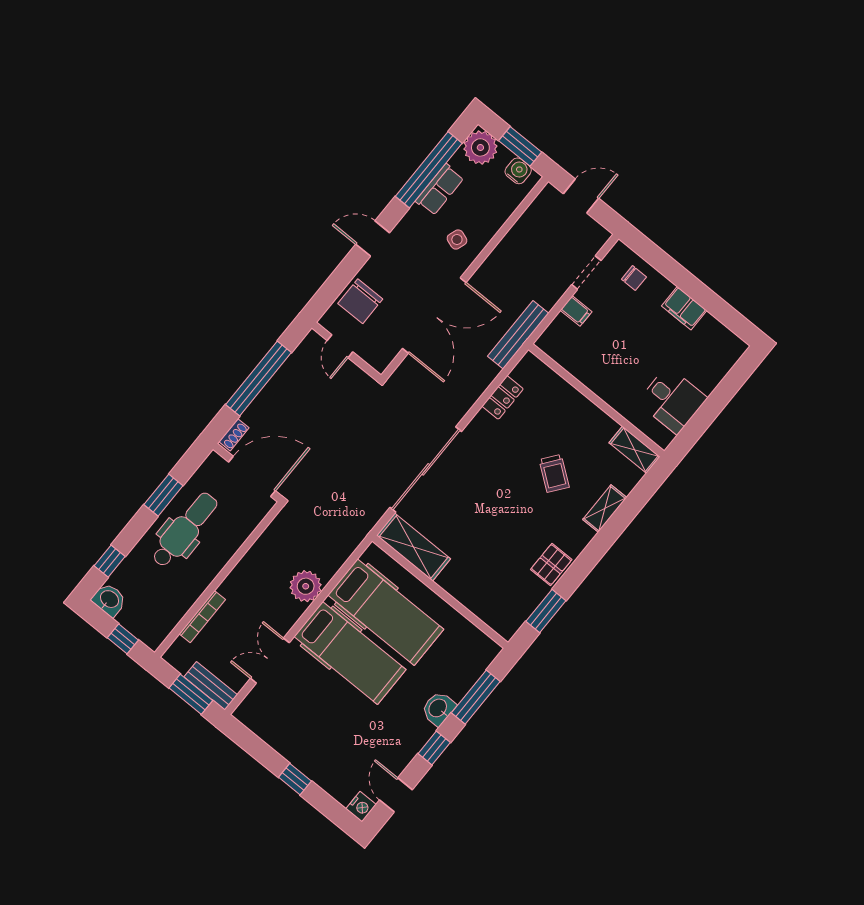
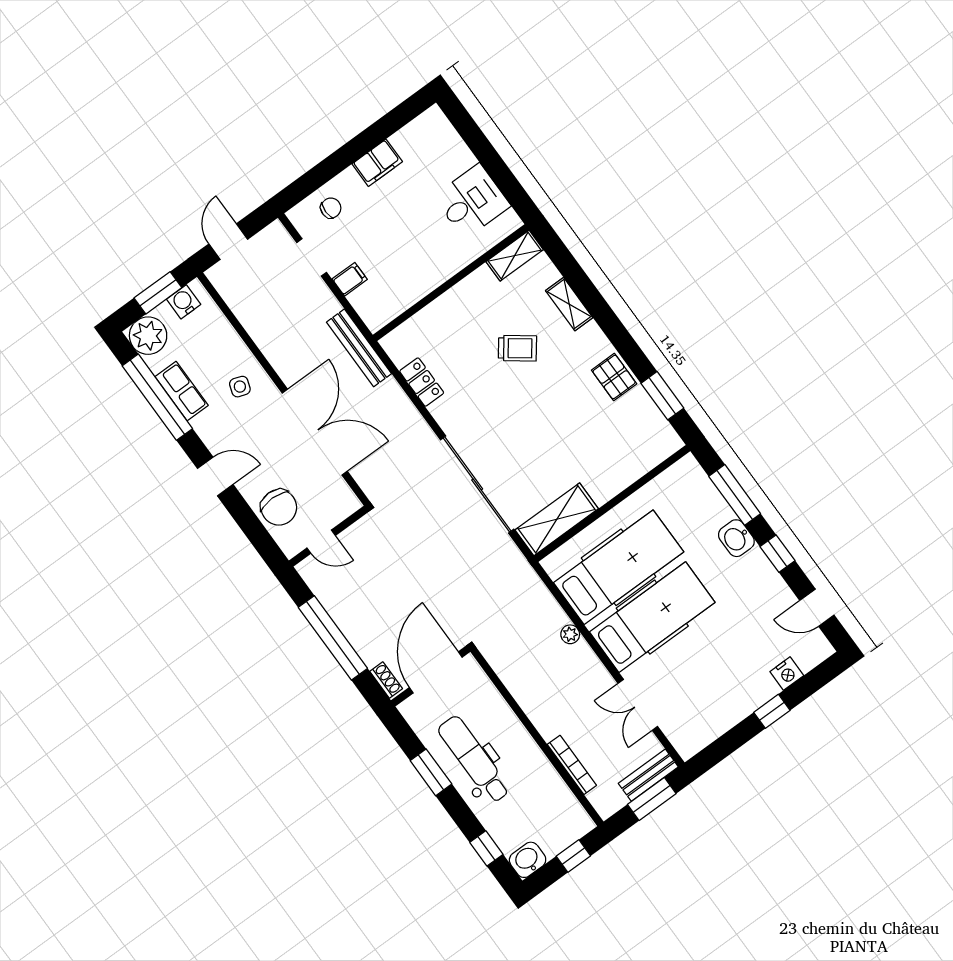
door: (373, 239) -> (215, 476), swing flipped
plant: (306, 586) -> (570, 634), width x0.53, depth x0.53
nightstand: (361, 807) -> (787, 674), moved, turned 90

